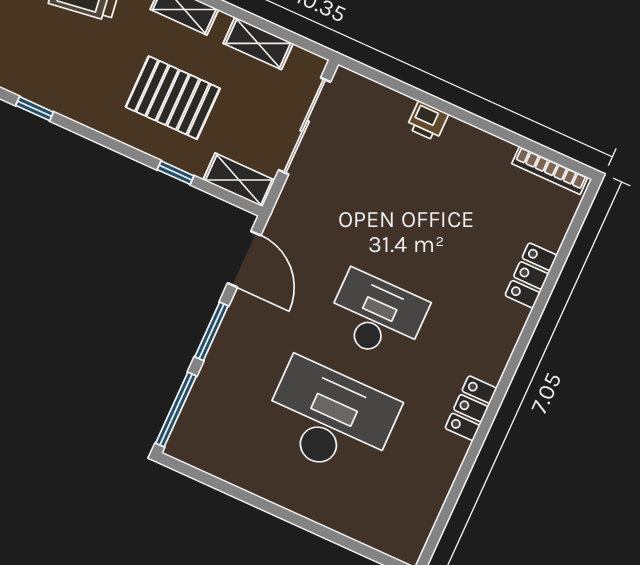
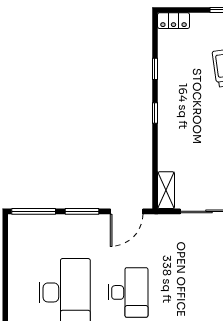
pallet: (173, 98) -> (193, 137), removed
window: (176, 173) -> (155, 113), moved

